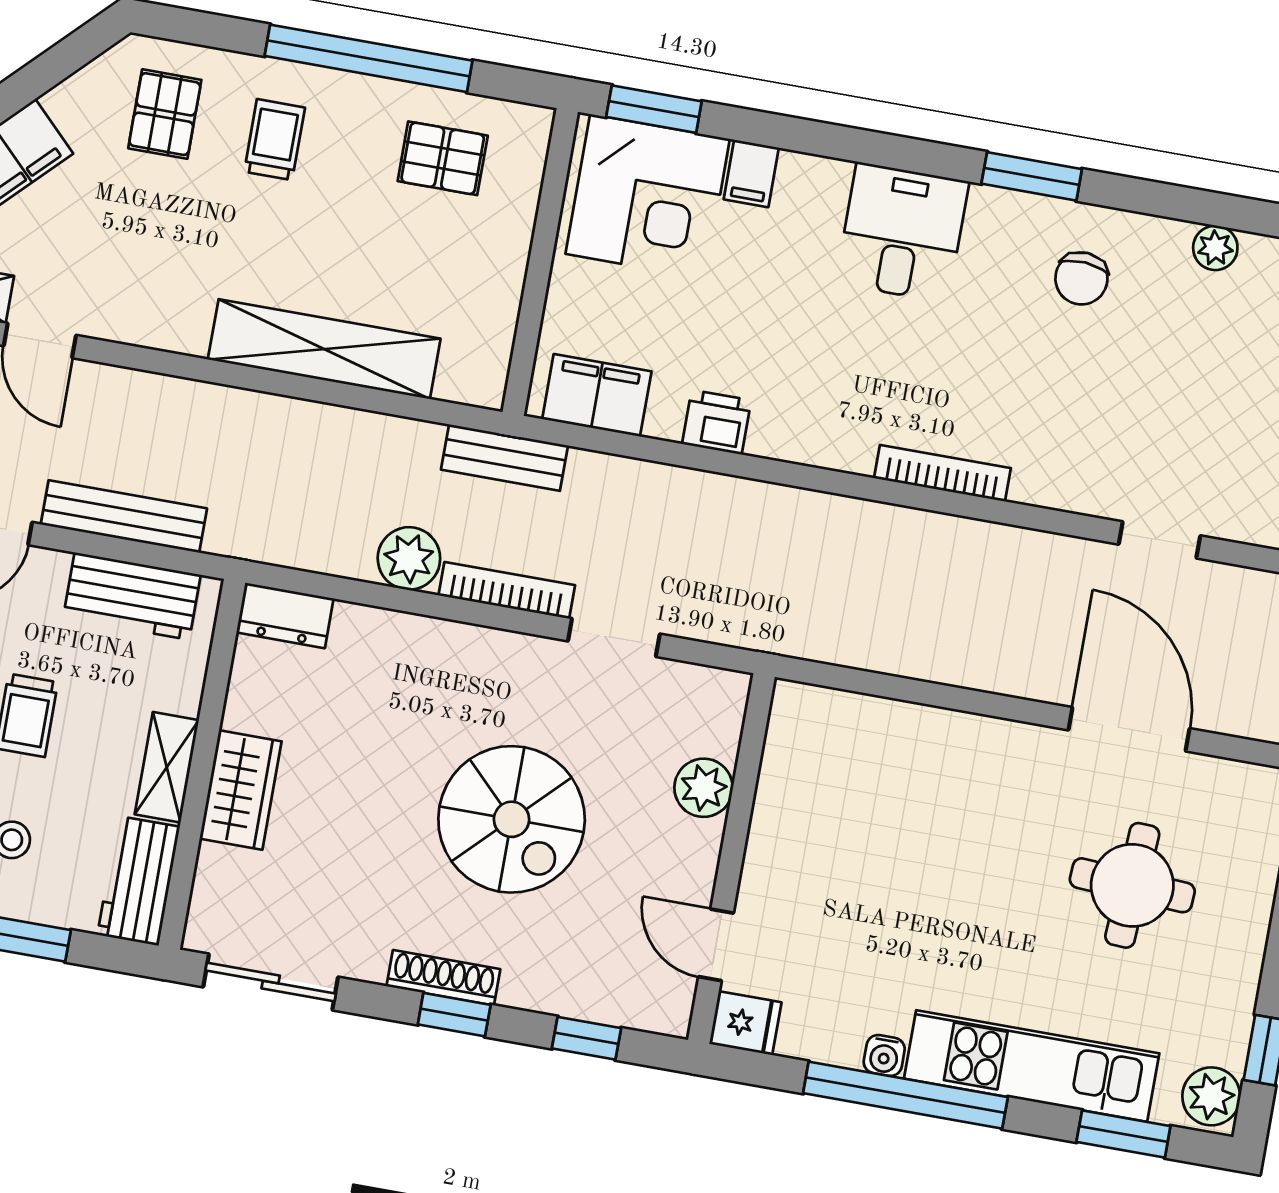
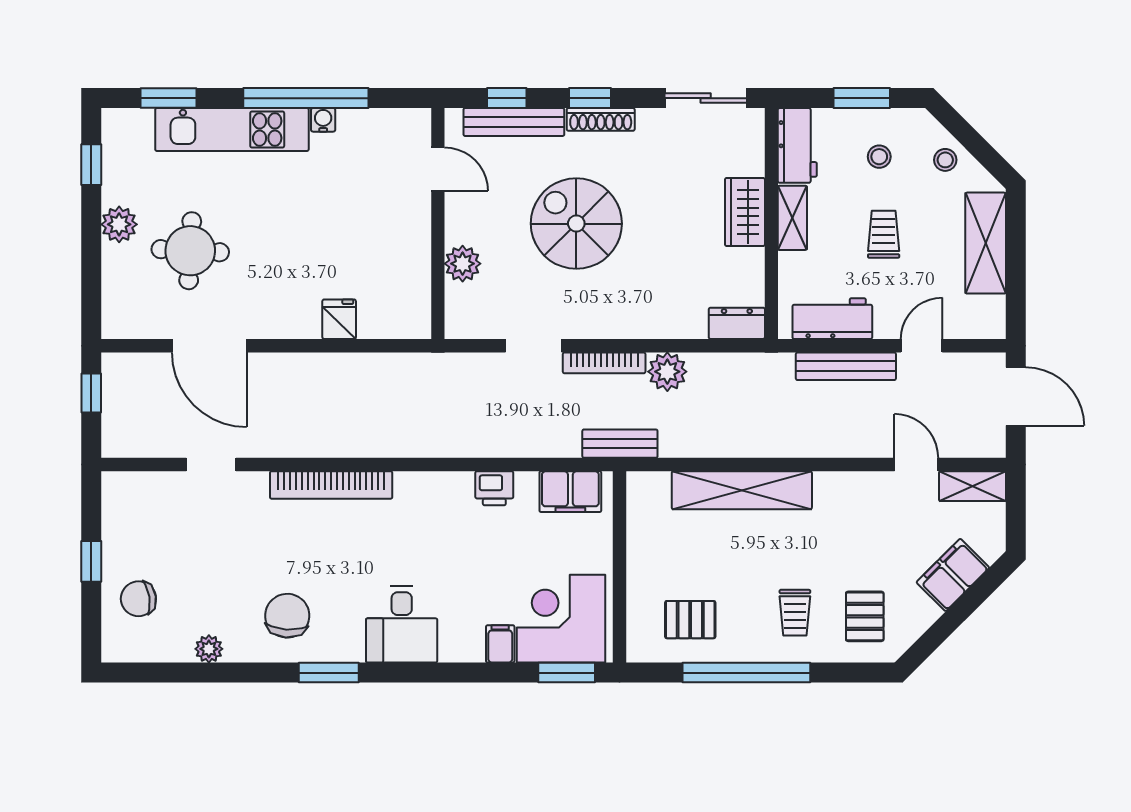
chair: (1081, 278) -> (287, 616), width x1.37, depth x1.37
bookcase: (942, 473) -> (331, 485), width x1.48, depth x1.31
bench: (582, 998) -> (514, 122), added
fridge: (745, 1023) -> (339, 319), moved, turned 90
plant: (1211, 1096) -> (119, 224), moved

